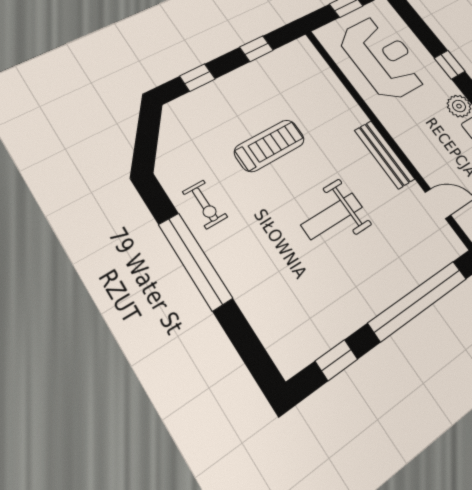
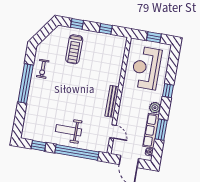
reception desk: (383, 58) -> (146, 68), turned 180
treadmill: (269, 146) -> (74, 49), moved, turned 90
weight bench: (332, 216) -> (68, 130), moved

